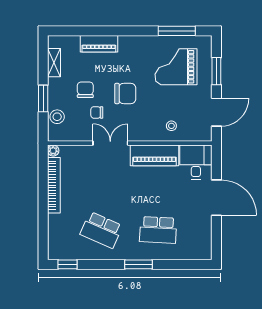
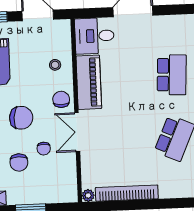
chair: (85, 90) -> (19, 162), turned -90
chair: (125, 93) -> (21, 118), turned 95
stool: (57, 117) -> (50, 193), removed
chair: (140, 130) -> (61, 99), added

